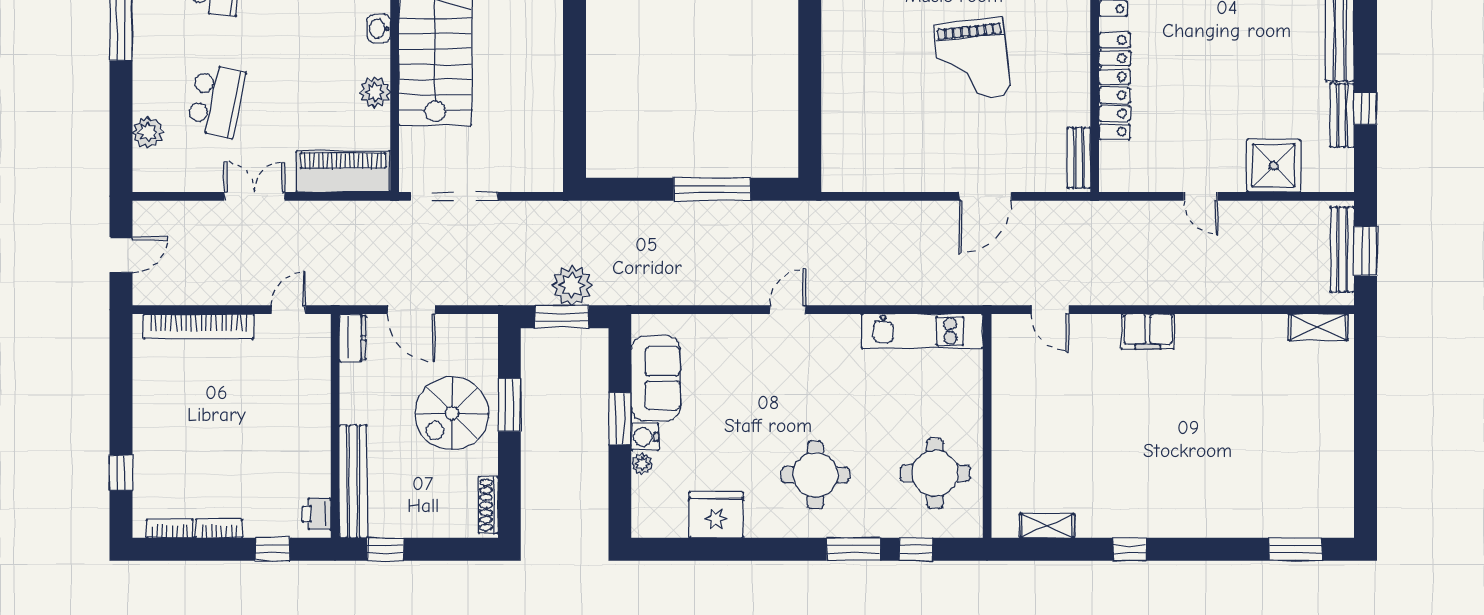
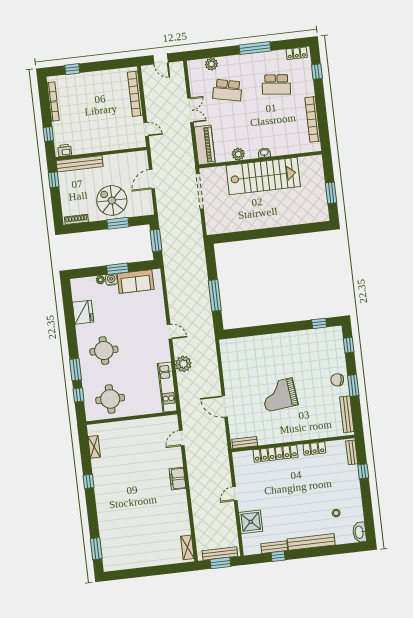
plant: (572, 285) -> (183, 364), moved
dresser: (353, 338) -> (138, 157), removed

